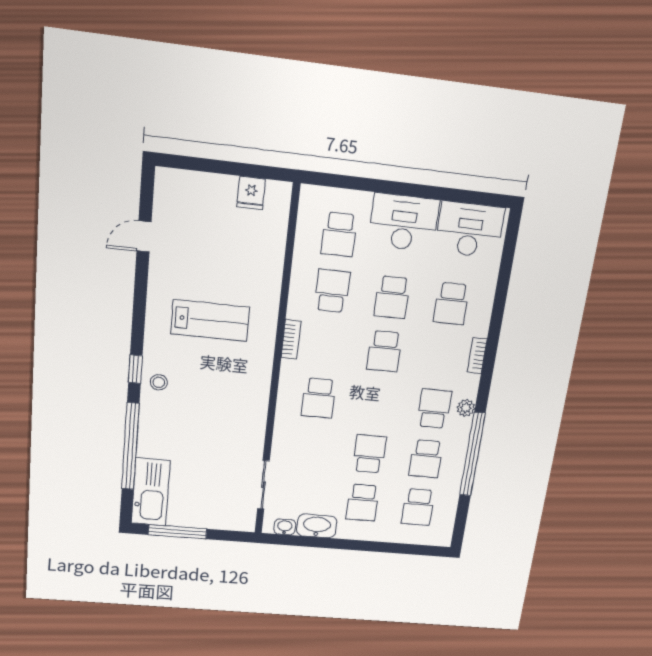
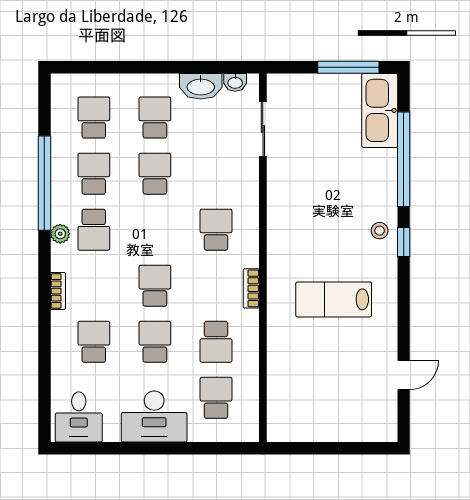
fridge: (251, 193) -> (305, 428), removed
desk: (470, 230) -> (79, 417), width x0.73
school desk: (370, 454) -> (155, 174), turned 180

